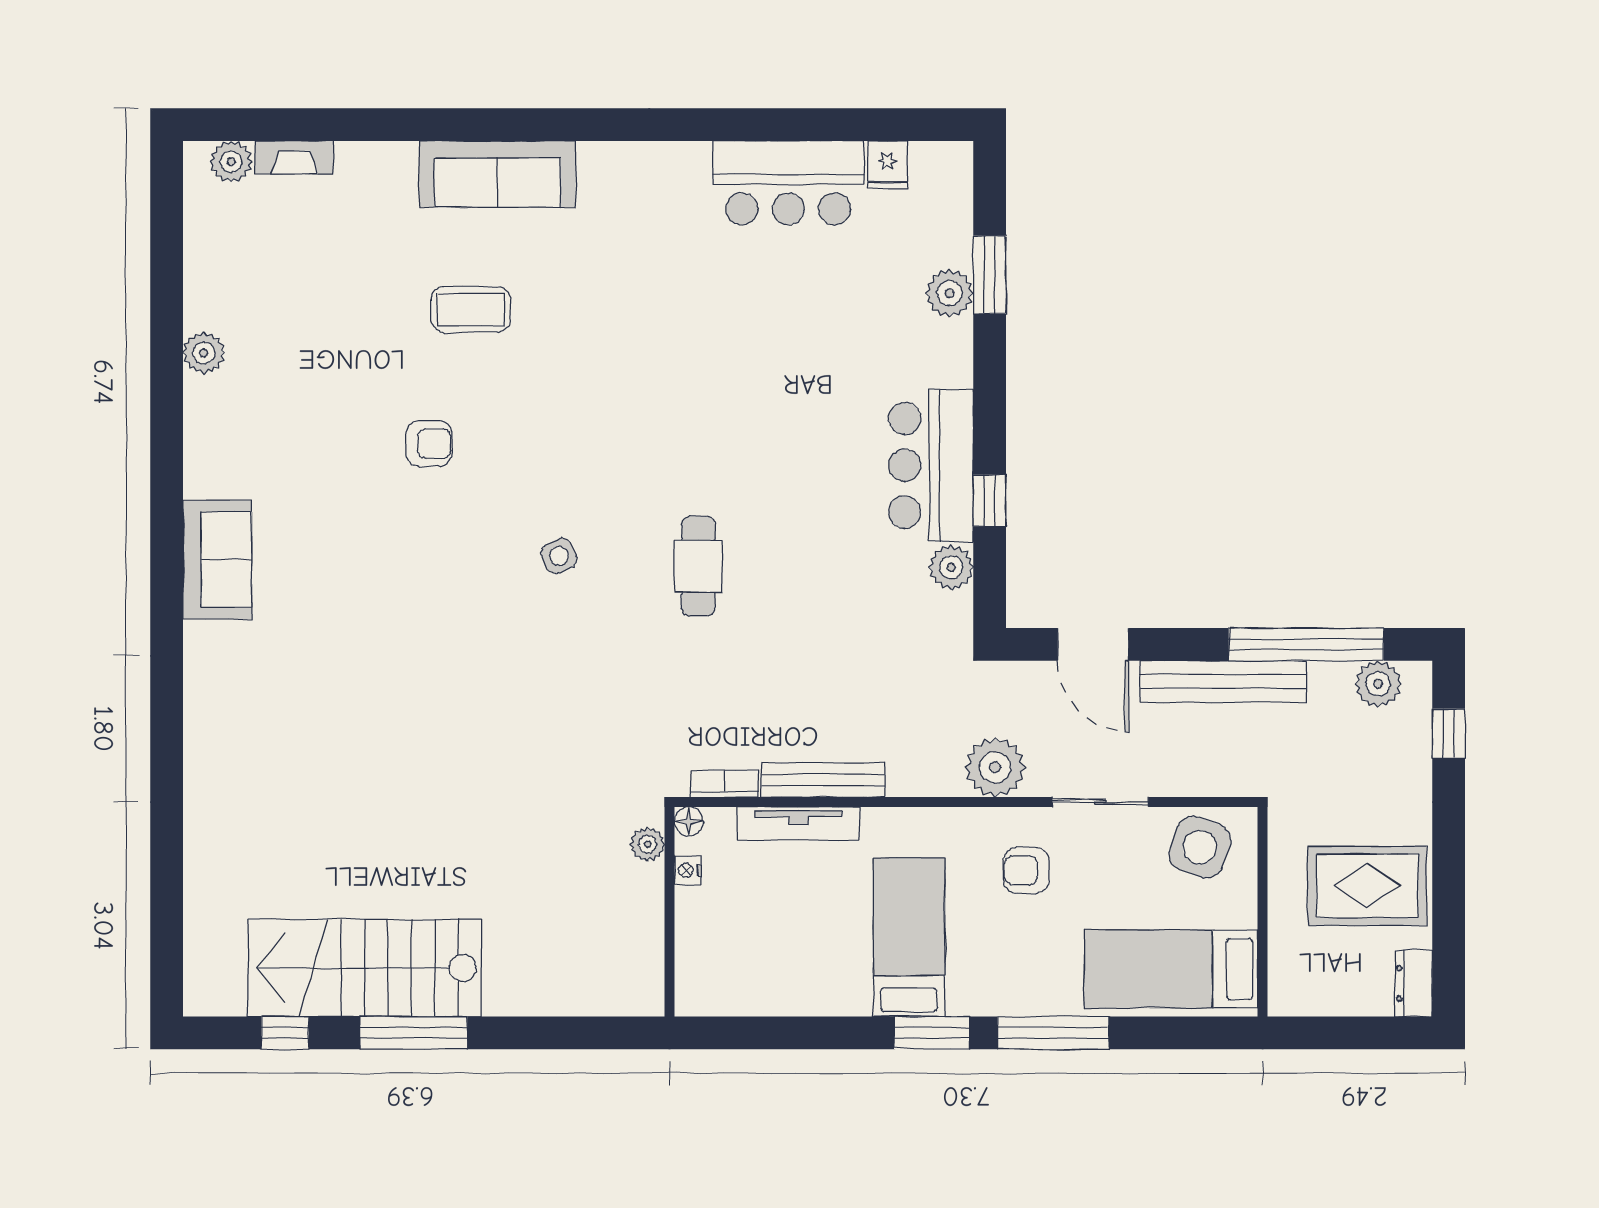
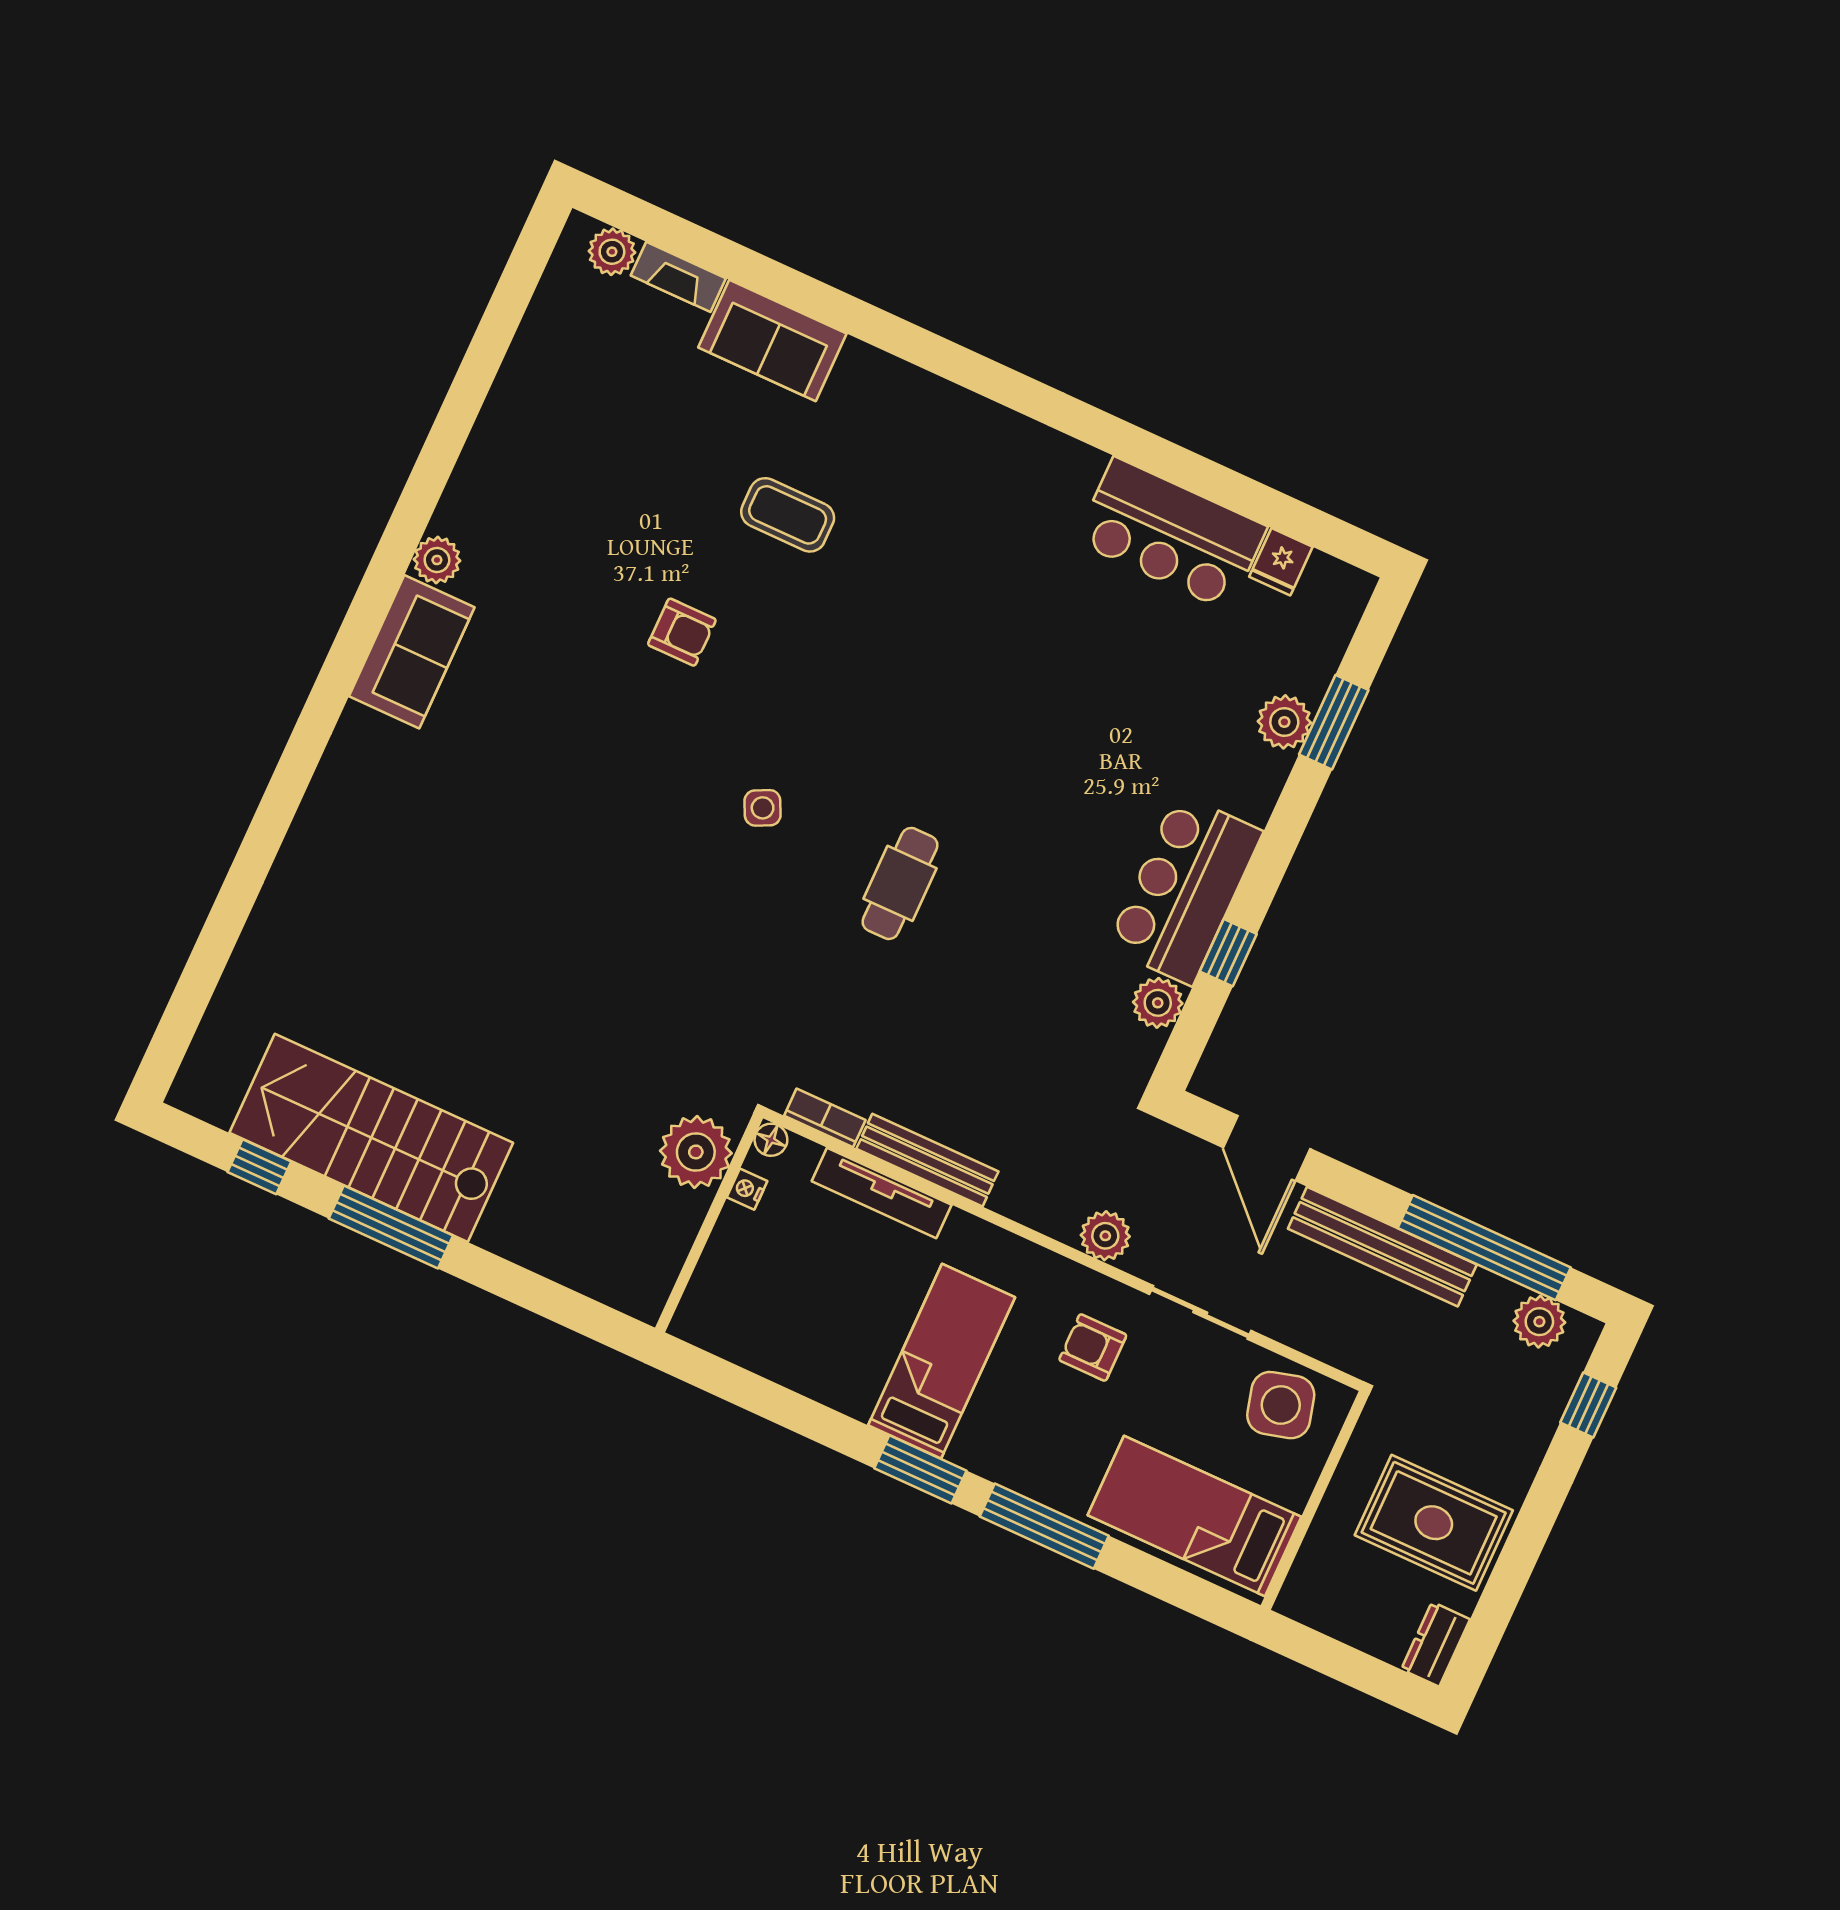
sofa: (497, 174) -> (772, 341), moved, width x0.73
plant: (204, 353) -> (437, 560), moved
plant: (995, 767) -> (1105, 1236), width x0.73, depth x0.73
plant: (648, 844) -> (696, 1152), width x1.88, depth x1.88
side table: (1200, 847) -> (1281, 1405), turned -35

